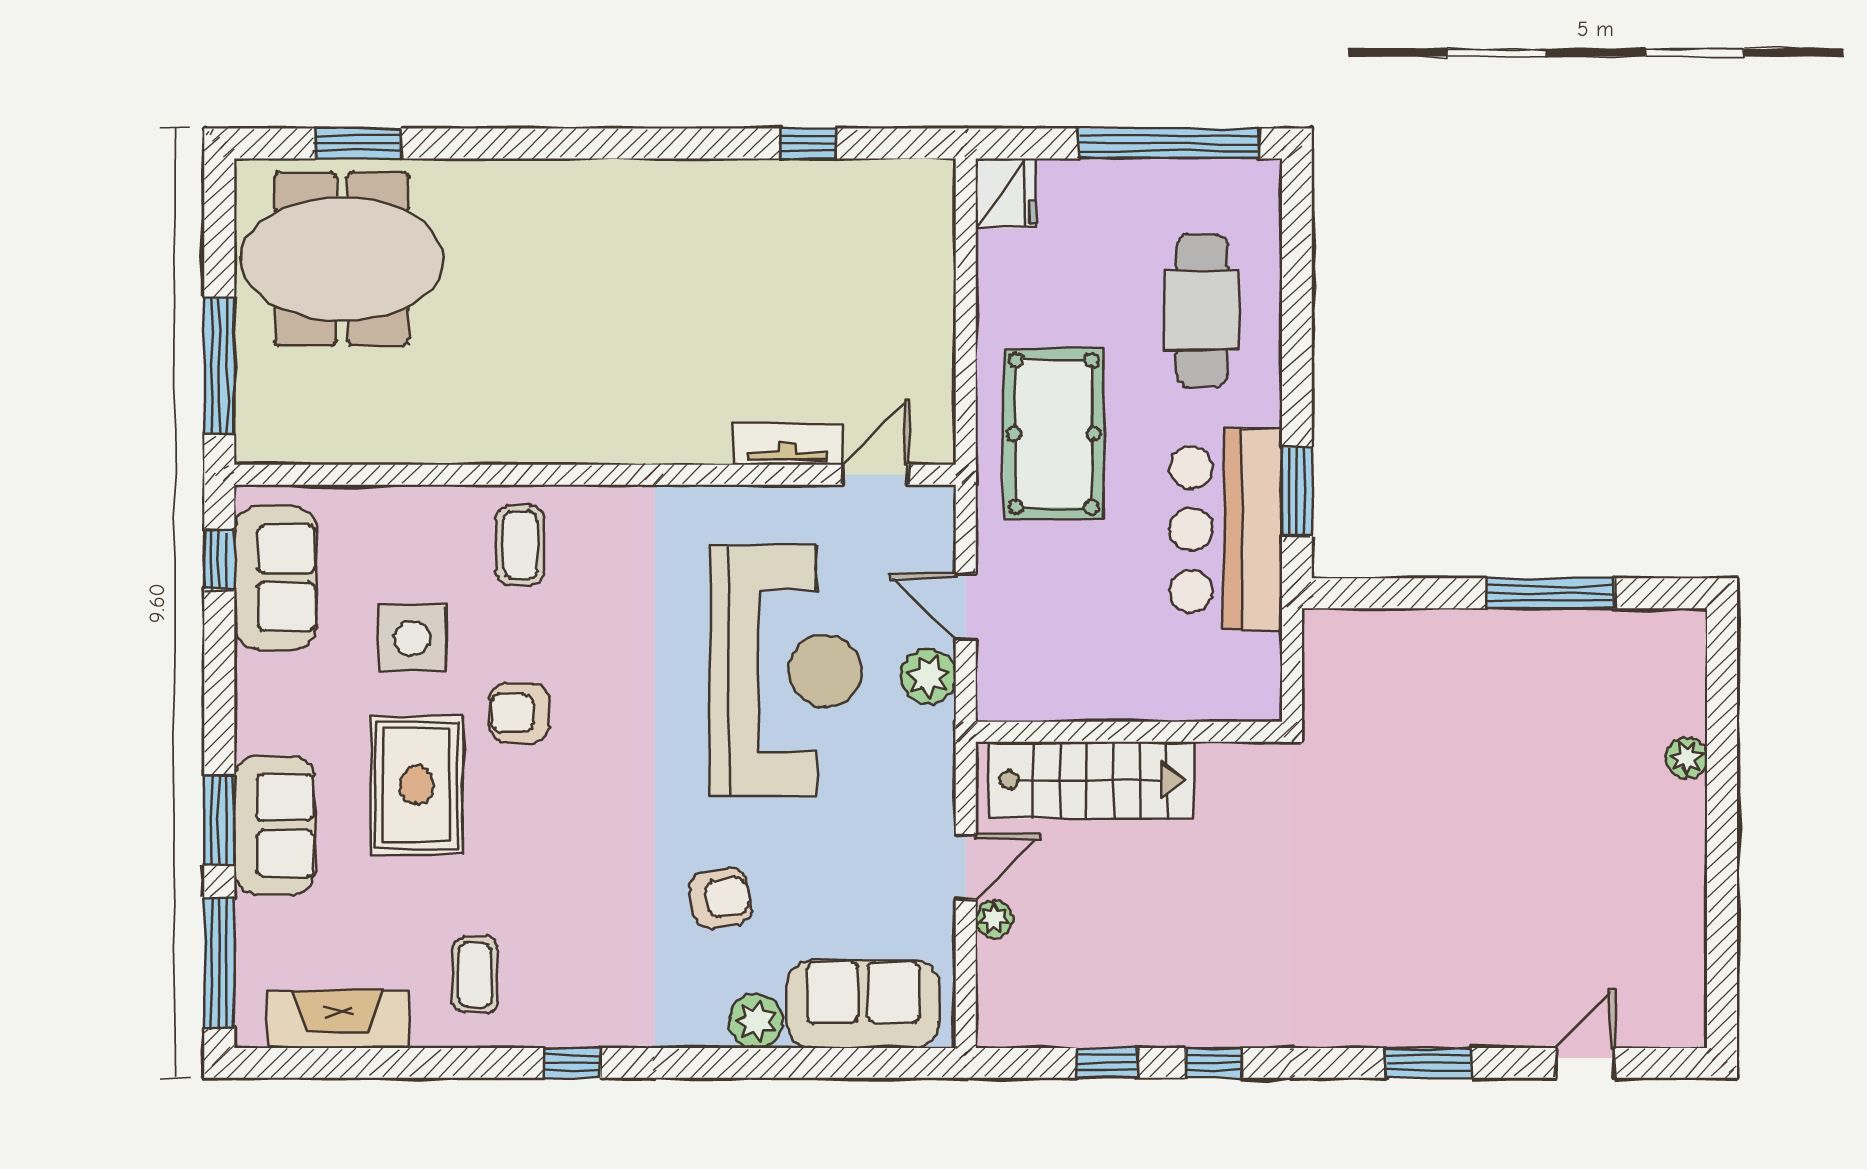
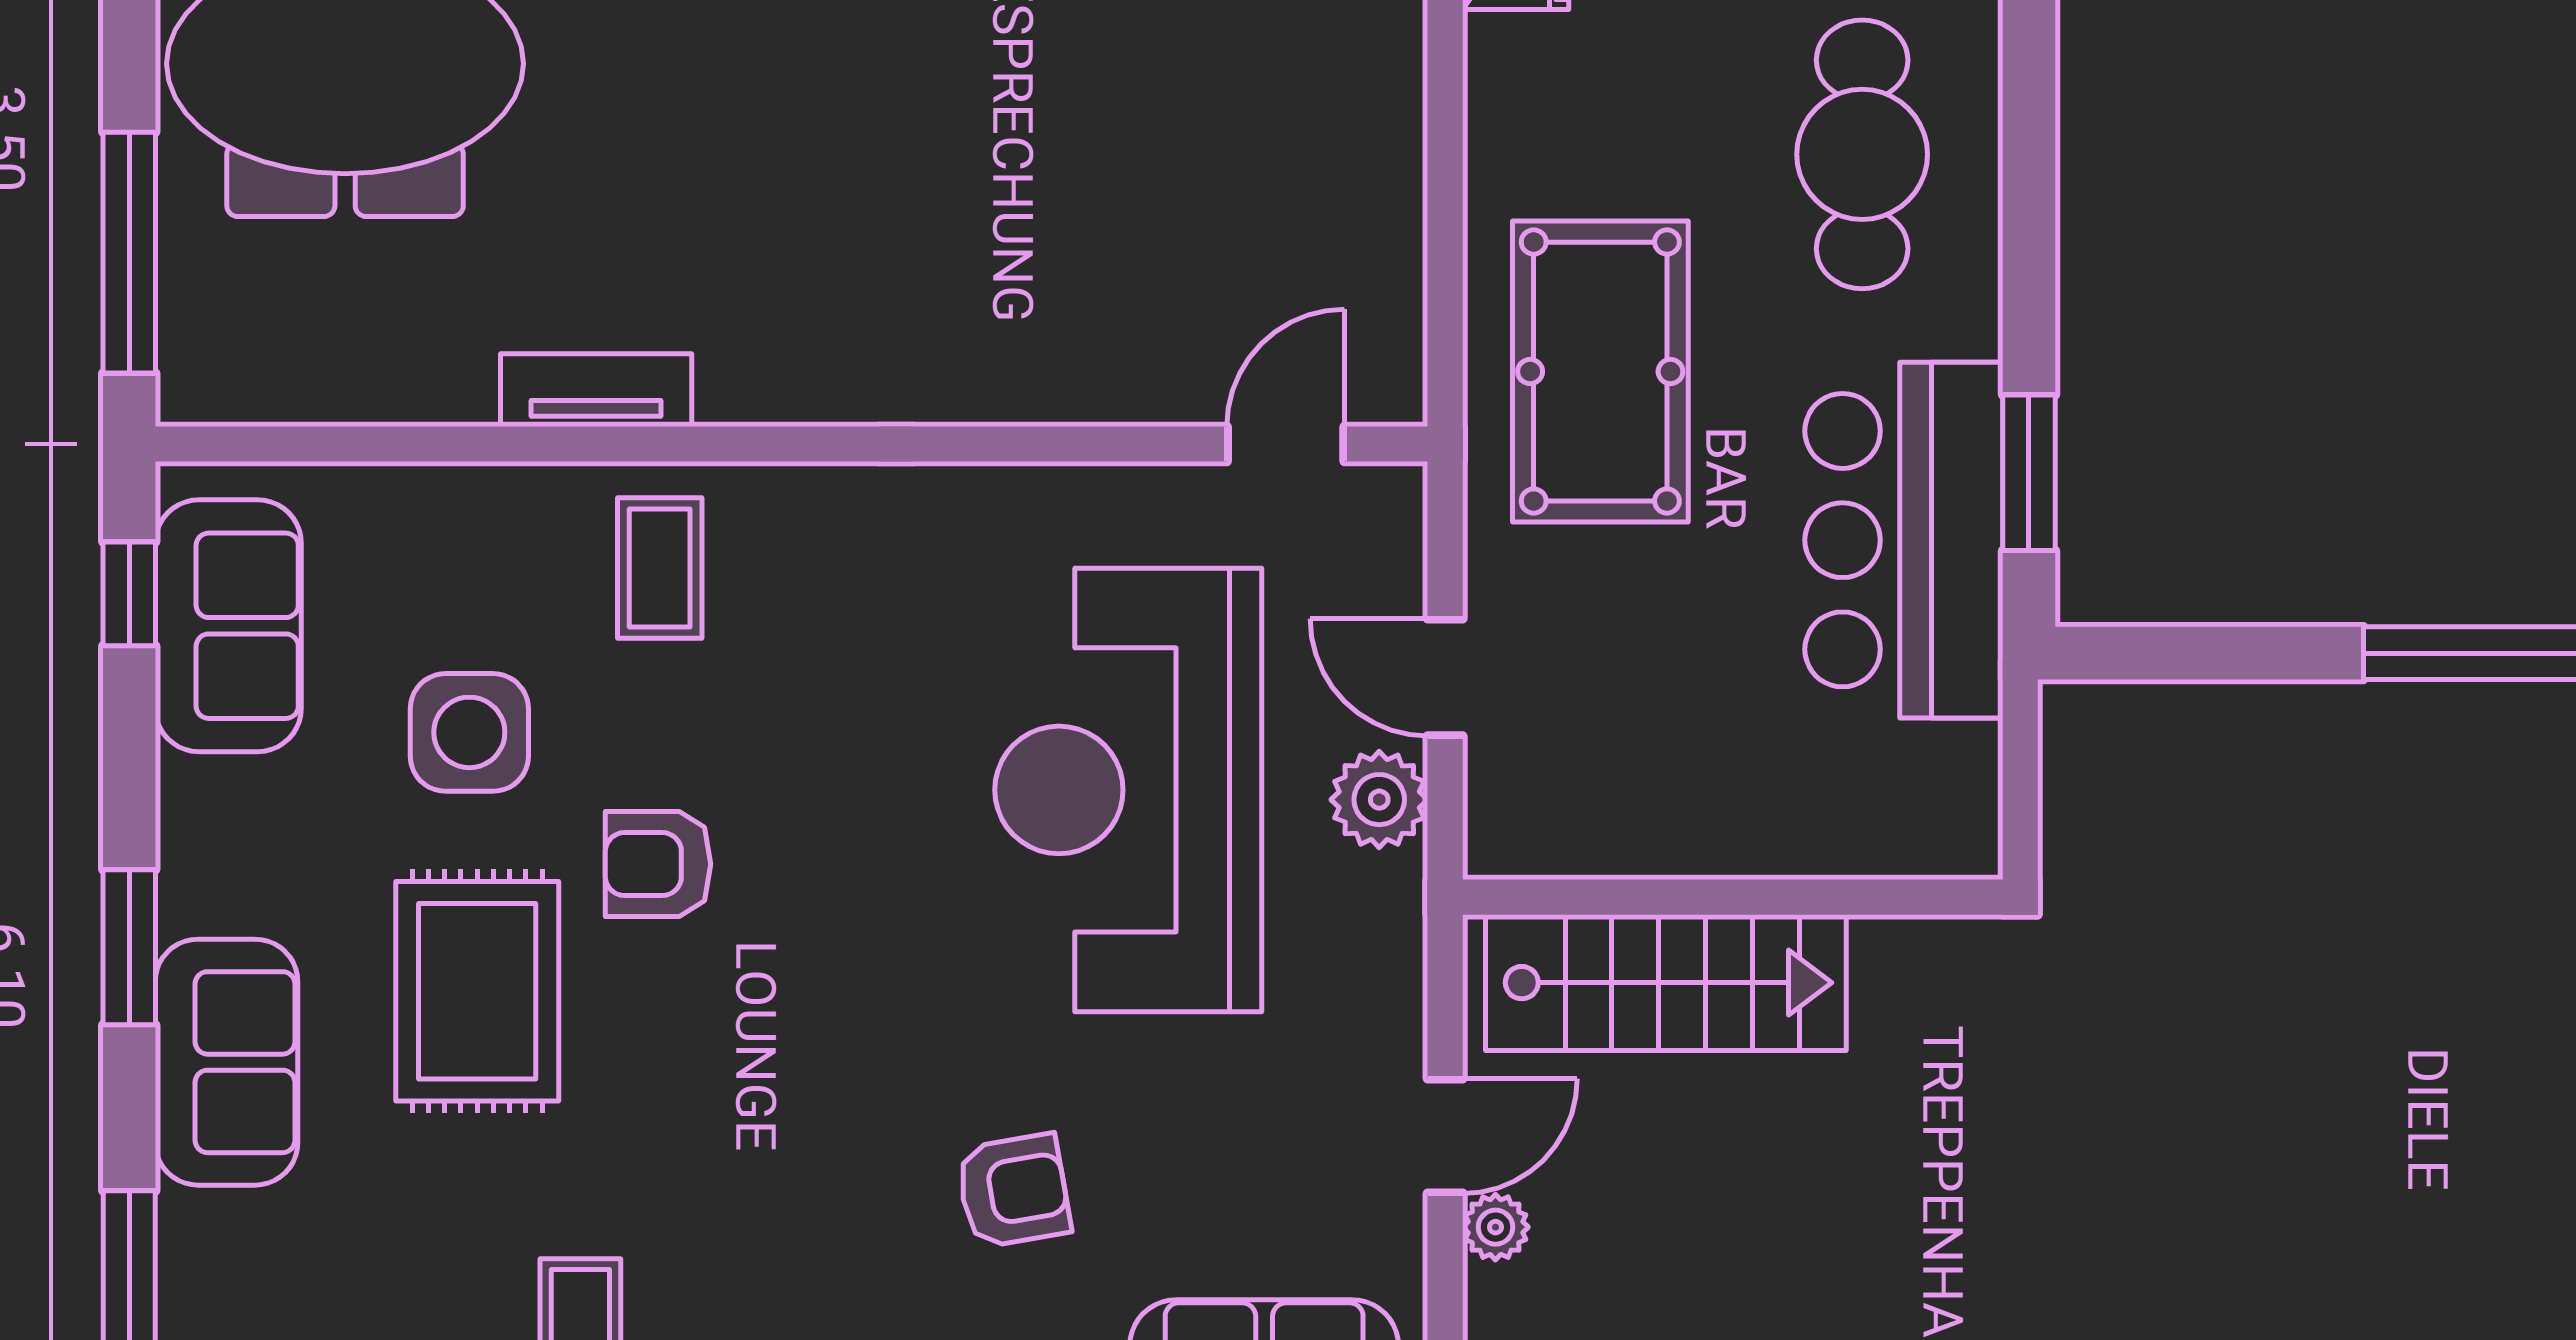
tv unit: (788, 444) -> (596, 390), moved
reception desk: (786, 671) -> (1128, 790), turned 180
window: (219, 820) -> (129, 947), moved

